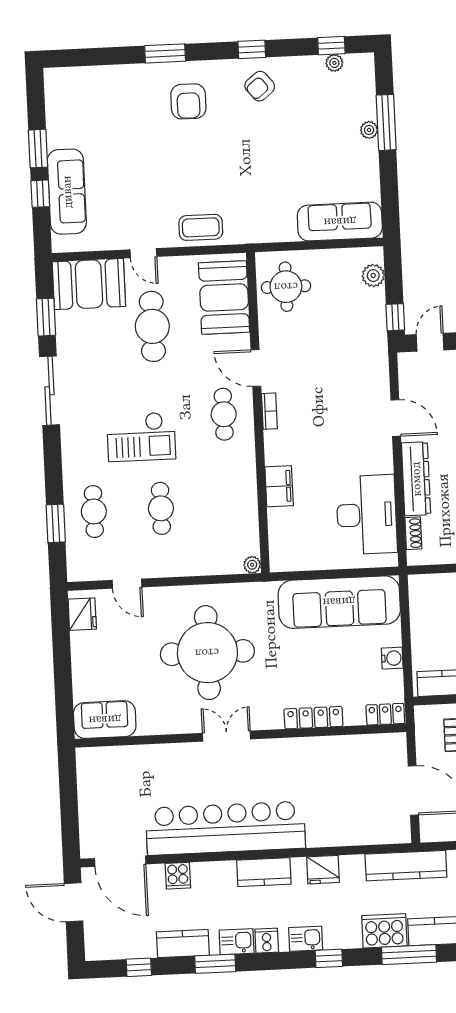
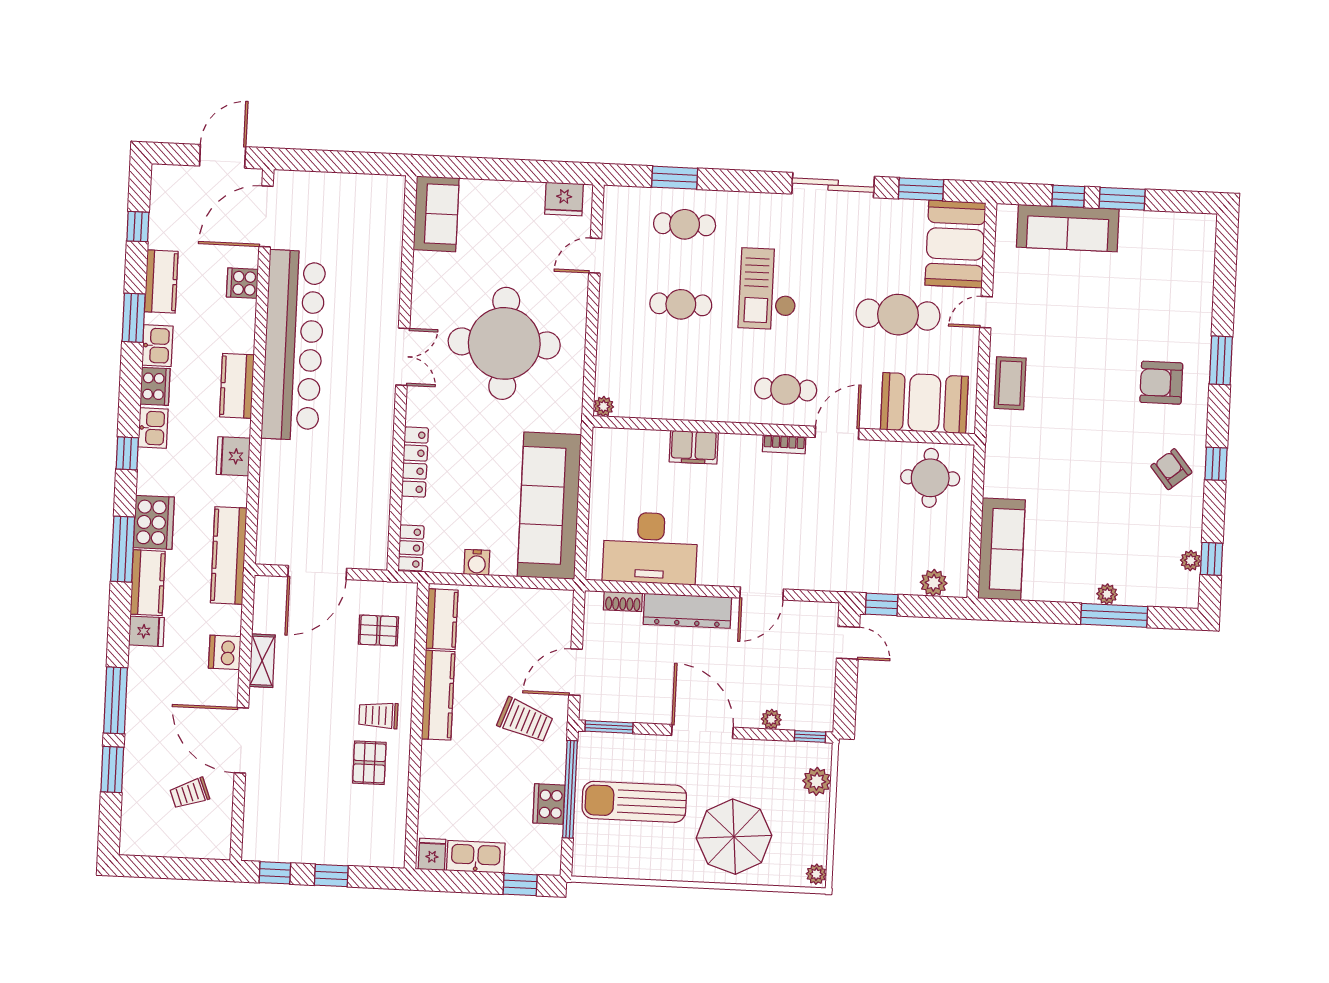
cooker: (267, 941) -> (155, 386), width x1.36

